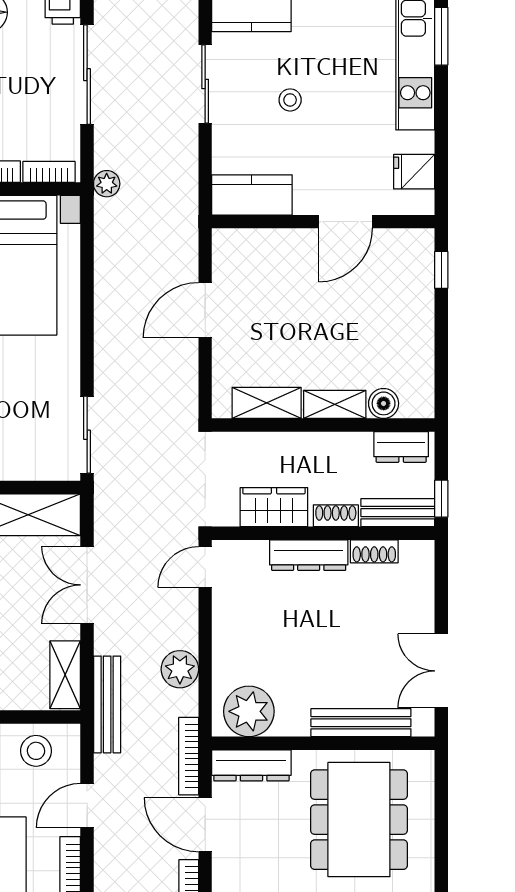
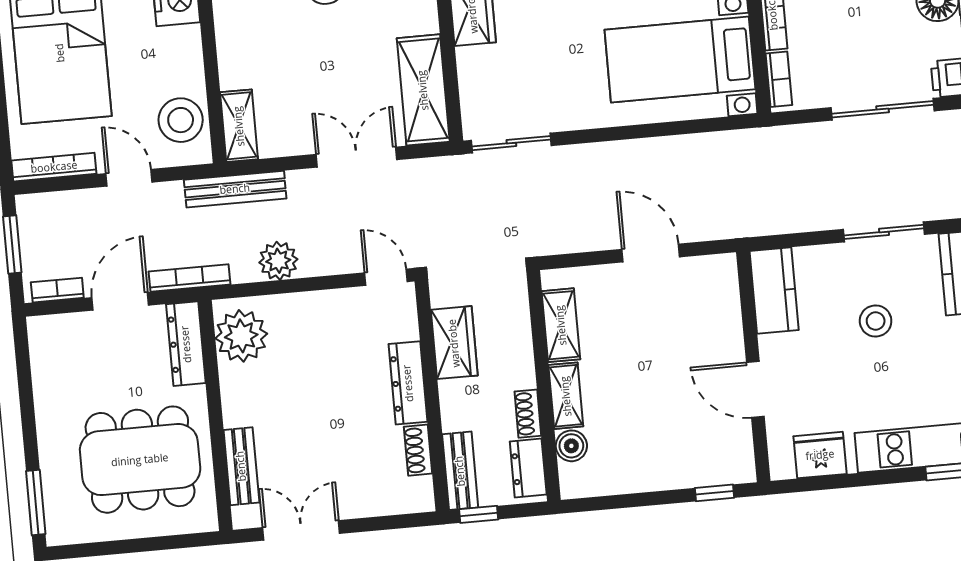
stool: (290, 100) -> (876, 321), width x1.37, depth x1.37
fridge: (414, 172) -> (820, 455), width x1.38
plant: (107, 184) -> (772, 140), removed
shoe rack: (336, 516) -> (528, 414), moved, turned 180
shelving: (65, 675) -> (239, 126), moved, turned 90
bench: (361, 723) -> (241, 466), width x0.73
stool: (36, 751) -> (181, 120), width x1.38, depth x1.38

